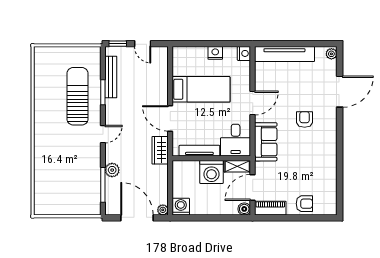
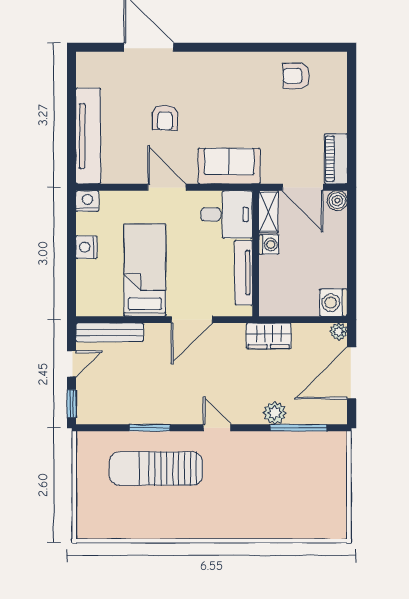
plant: (331, 54) -> (88, 61), removed
bench: (111, 77) -> (110, 332), moved
armchair: (305, 119) -> (165, 118), moved, turned -90
wardrobe: (160, 150) -> (269, 336), moved
washing machine: (211, 172) -> (269, 244), width x0.53, depth x0.53
armchair: (304, 204) -> (296, 76), moved, turned -90

